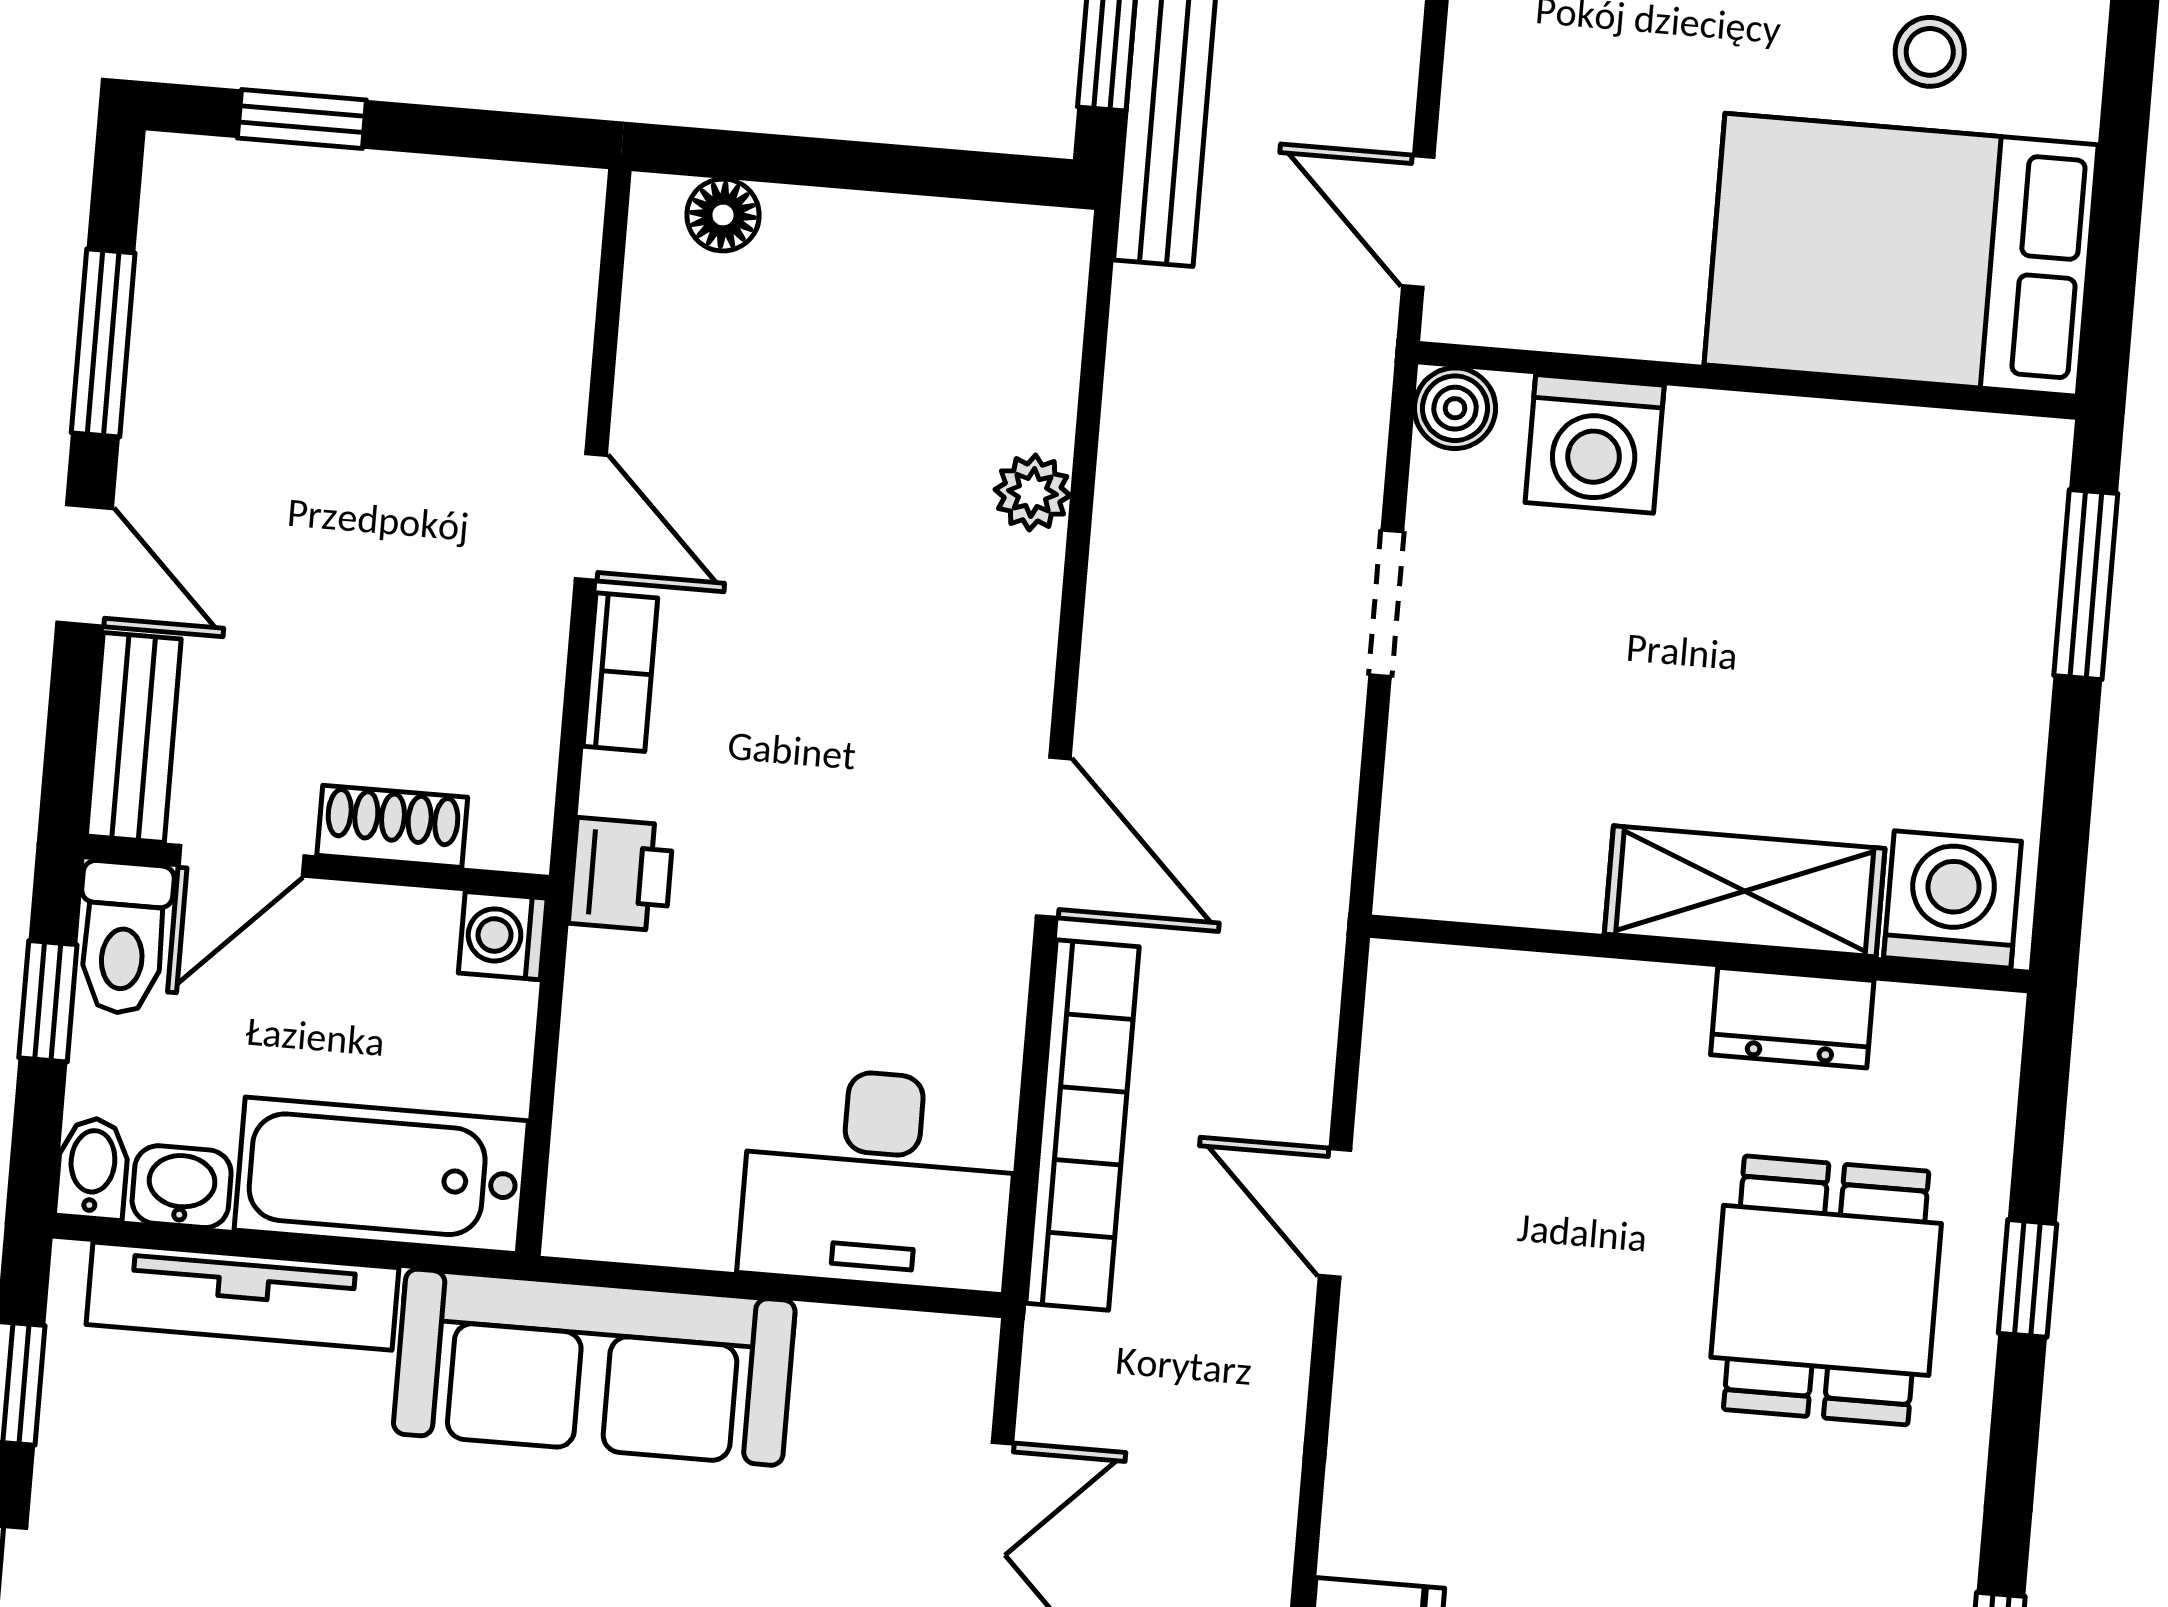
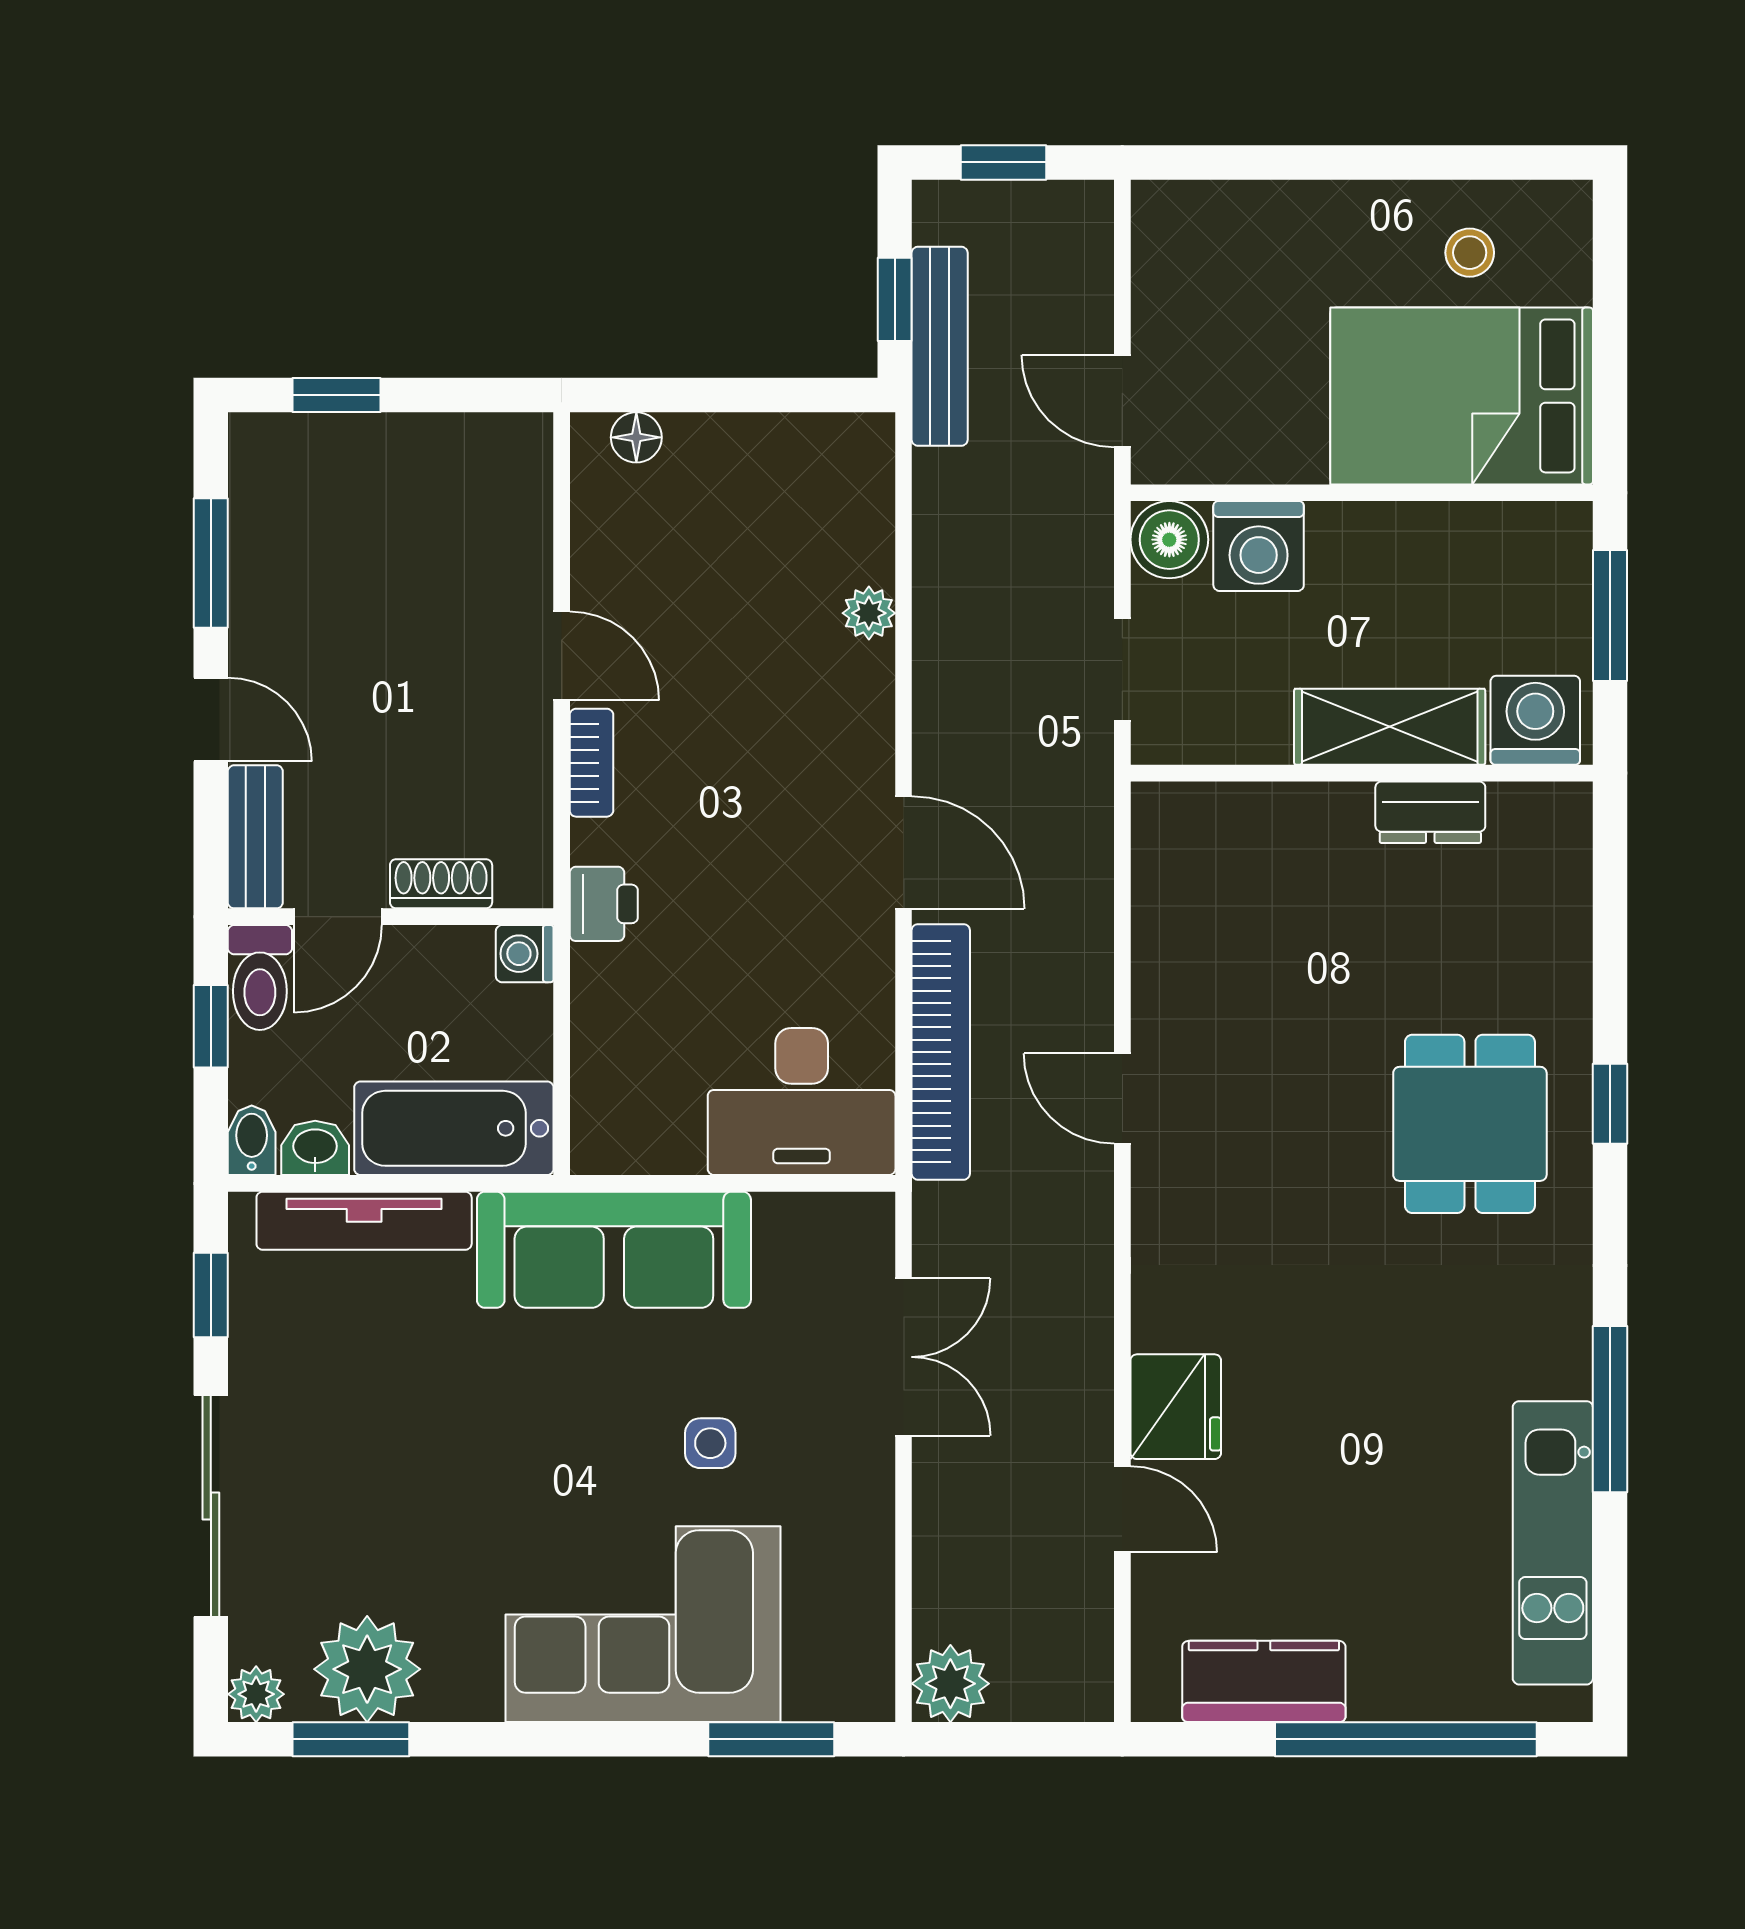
boiler: (1455, 408) -> (1169, 540), width x1.36, depth x1.36
shelving: (1745, 891) -> (1390, 727), moved
washing machine: (1952, 899) -> (1535, 720), moved
wall: (1699, 954) -> (1362, 773), moved
dresser: (1792, 1018) -> (1430, 812), moved

